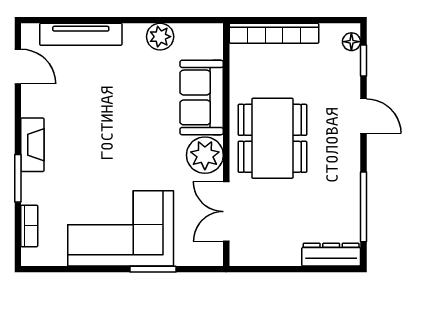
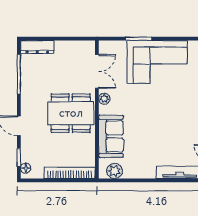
plant: (160, 37) -> (115, 171), moved
dining table: (272, 138) -> (71, 113), turned 90
plant: (205, 155) -> (104, 99), width x0.53, depth x0.53

